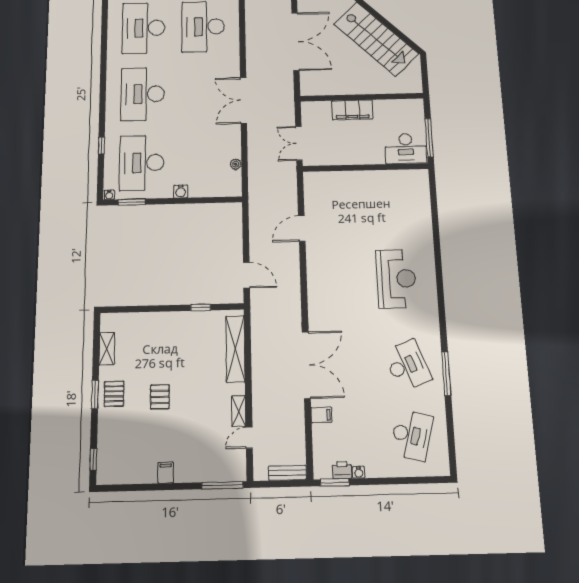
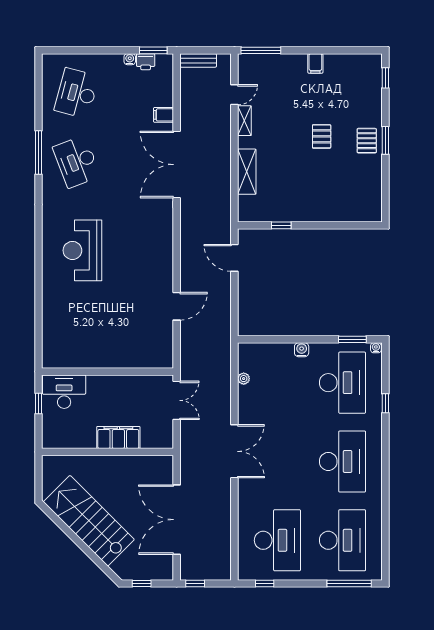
window: (429, 138) -> (39, 403), width x0.46
shelving: (107, 349) -> (375, 186), removed
shelving: (235, 349) -> (247, 172), width x0.68

